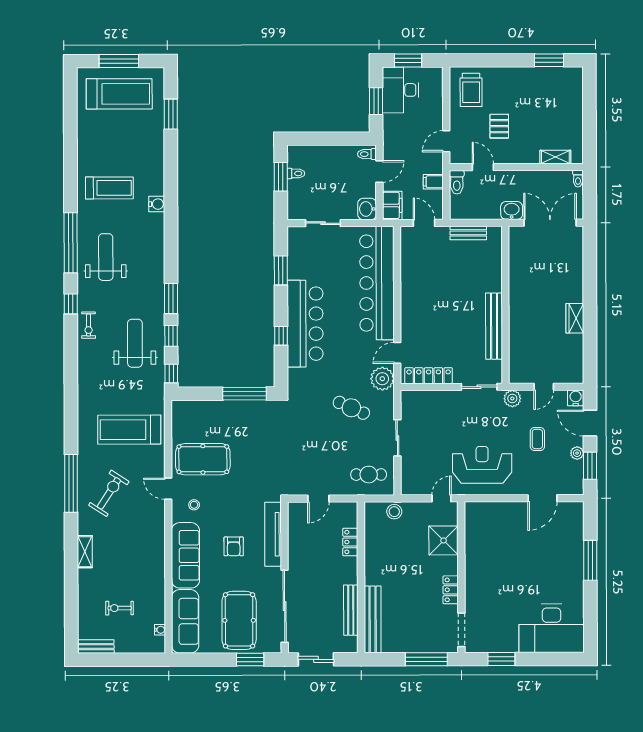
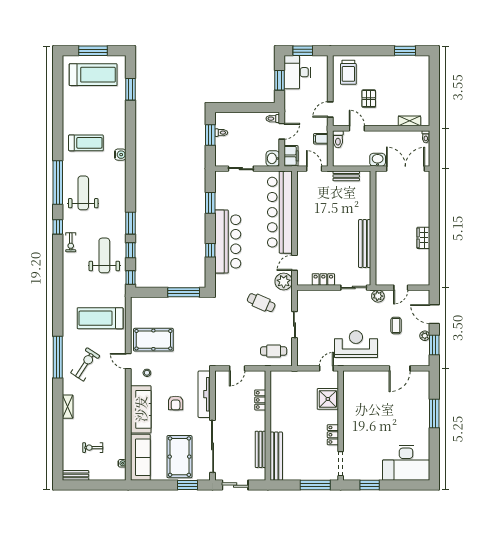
locker: (429, 376) -> (323, 279), width x0.66
water cooler: (576, 398) -> (424, 296), removed
stool: (394, 512) -> (292, 378), removed

